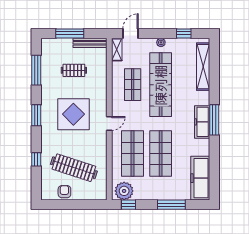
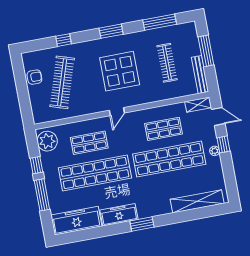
window: (184, 33) -> (223, 144), moved
clothes rail: (74, 70) -> (167, 63), width x1.36
window: (214, 120) -> (142, 224), width x0.69
freezer: (202, 122) -> (119, 215), moved
door: (109, 124) -> (117, 112), hinge flipped
shop shelf: (133, 153) -> (89, 143), width x0.70, depth x0.74
shop shelf: (161, 153) -> (95, 173), width x1.40
window: (128, 205) -> (36, 165), moved

